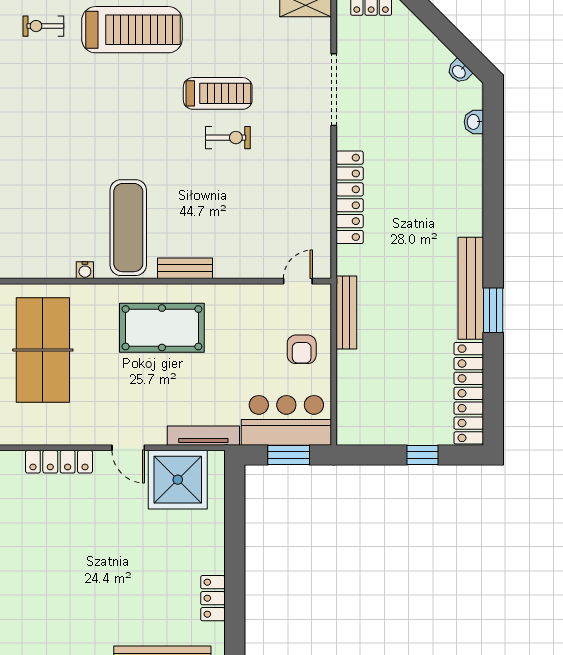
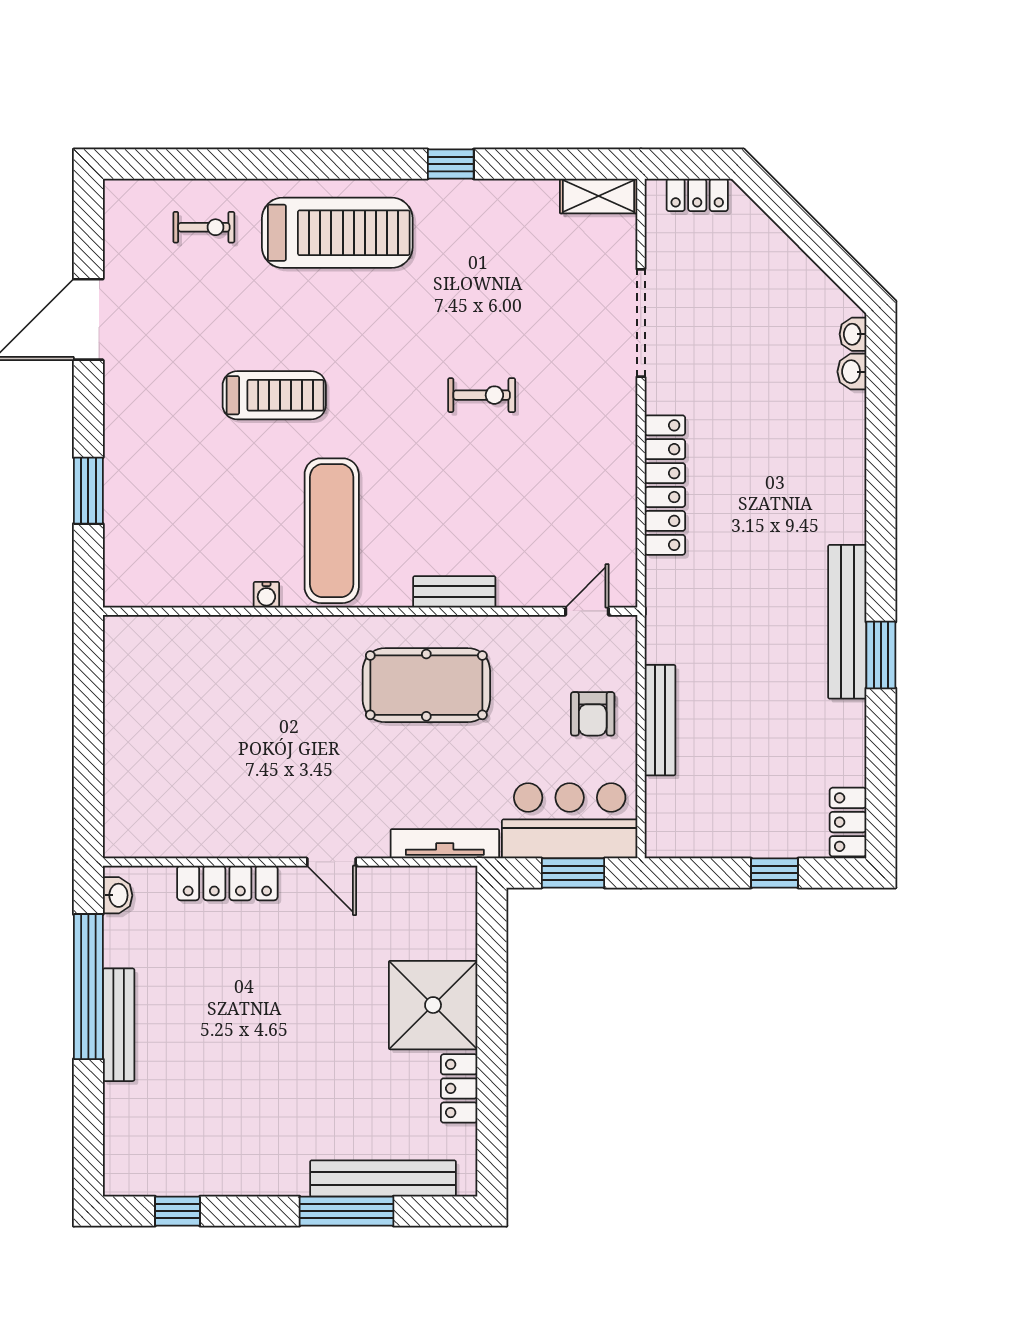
exercise bike: (43, 26) -> (204, 227), turned 180
washbasin: (459, 71) -> (853, 334), moved, turned 45
treadmill: (218, 93) -> (274, 395), moved
bench: (185, 268) -> (454, 592), moved
bench: (346, 313) -> (660, 720), moved
pool table: (162, 328) -> (426, 685), moved
table tennis table: (43, 350) -> (203, 715), removed
locker: (469, 393) -> (848, 822), width x0.46, depth x0.83
shower: (178, 480) -> (433, 1005), moved

